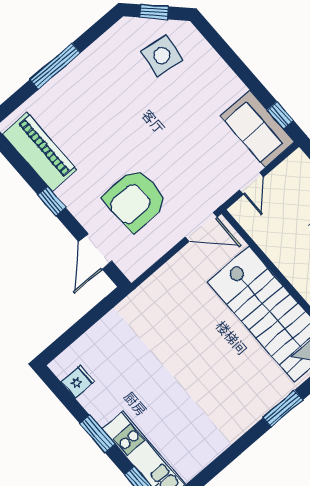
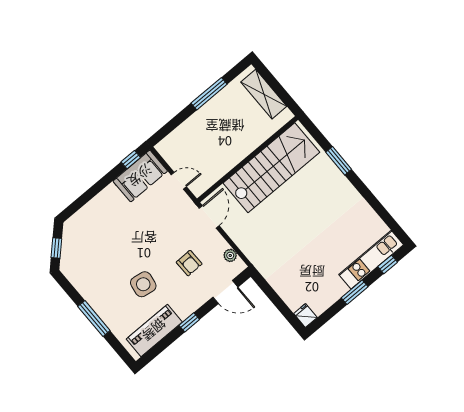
side table: (162, 56) -> (143, 284), moved
armchair: (135, 200) -> (189, 263), width x0.53, depth x0.53
plant: (147, 258) -> (230, 255), added
fridge: (78, 381) -> (305, 315), moved

